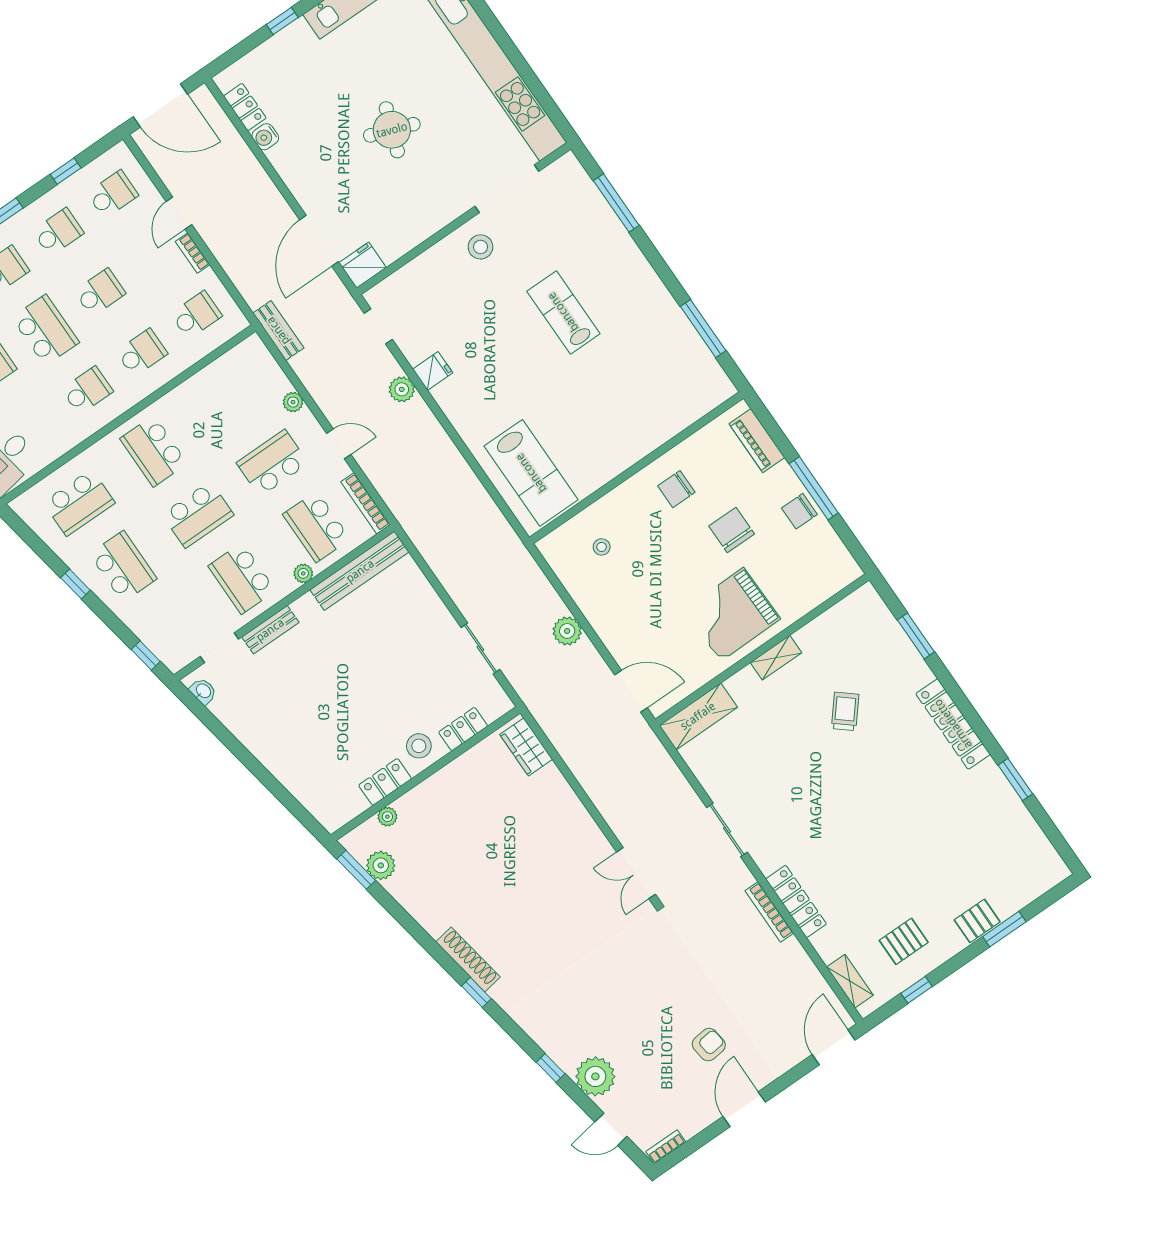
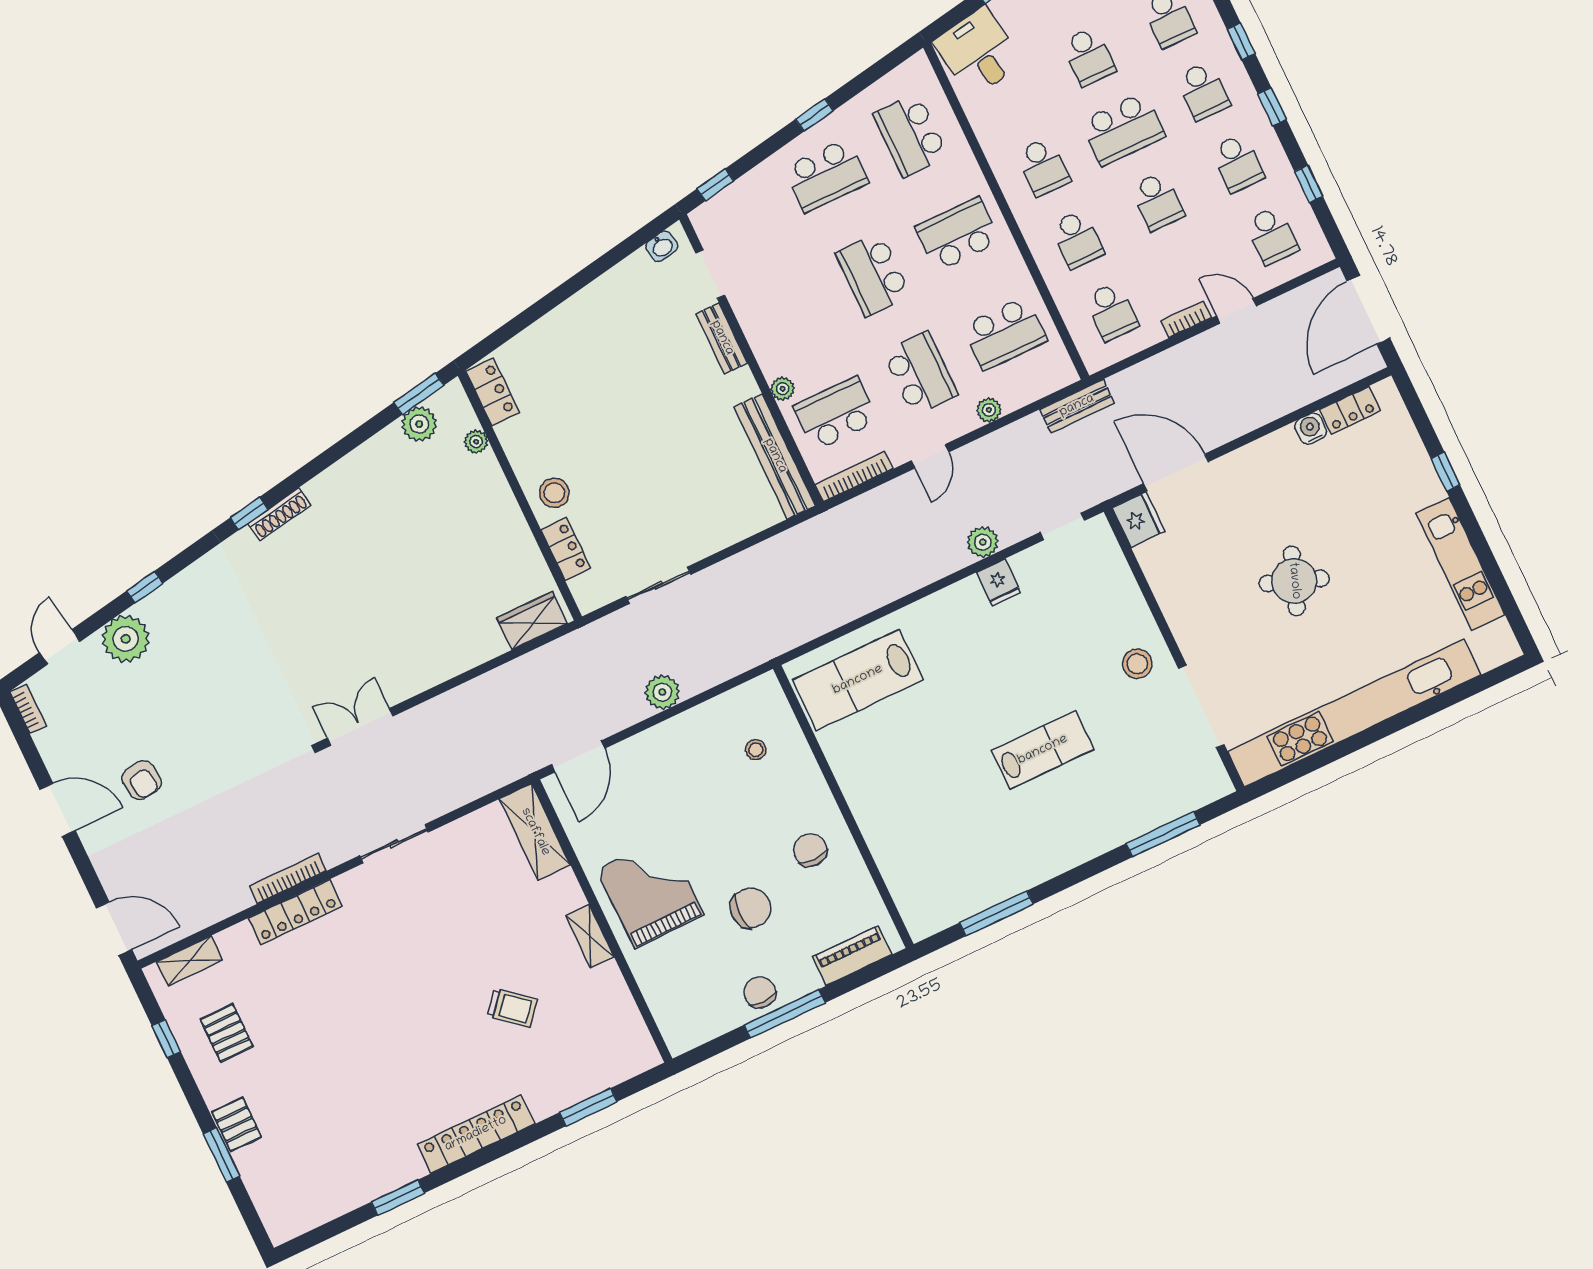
school desk: (242, 578) -> (1005, 333), moved, turned 180
locker: (385, 782) -> (492, 392), moved
shoe rack: (468, 959) -> (279, 514), width x0.74, depth x0.81

